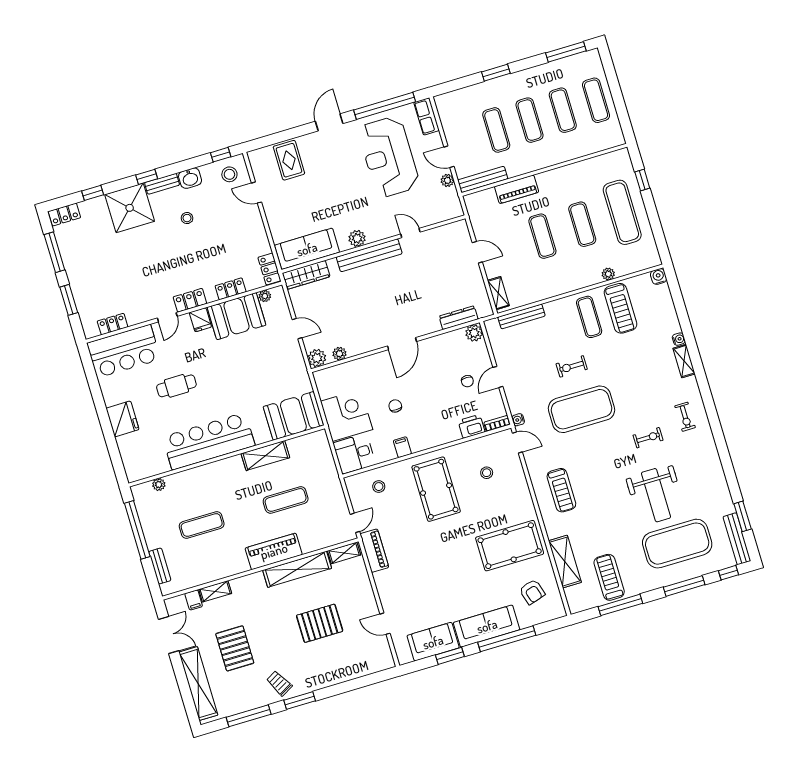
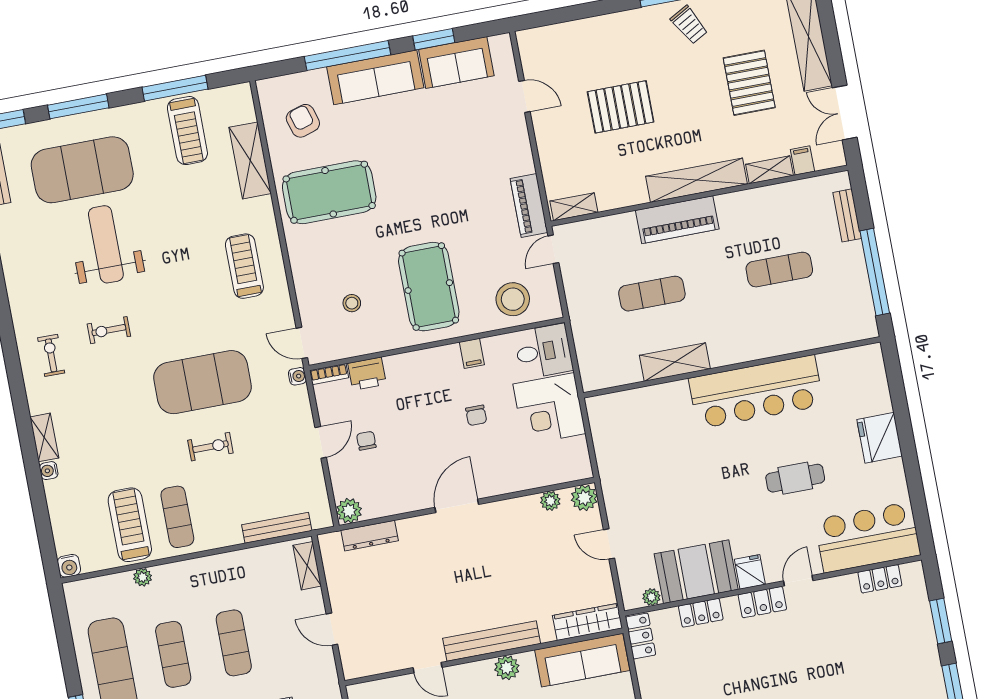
booth: (293, 416) -> (628, 416), removed
plant: (159, 485) -> (836, 336), removed
stool: (379, 487) -> (513, 299), width x1.89, depth x1.89
shelving: (297, 569) -> (697, 180), moved

